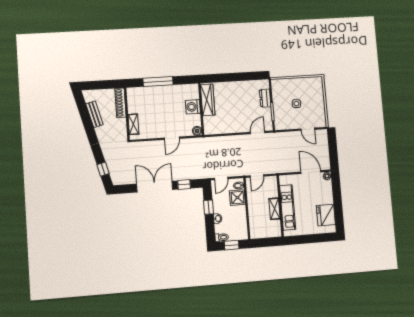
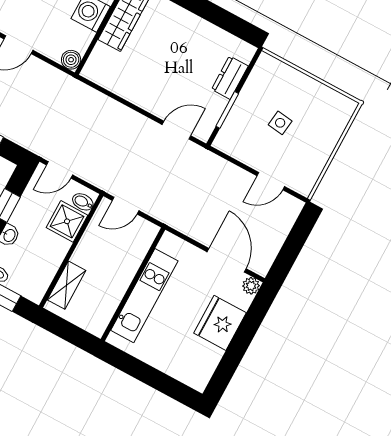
door: (308, 129) -> (271, 181), hinge flipped
shelving: (275, 209) -> (67, 285), moved
fridge: (326, 215) -> (220, 323), moved

